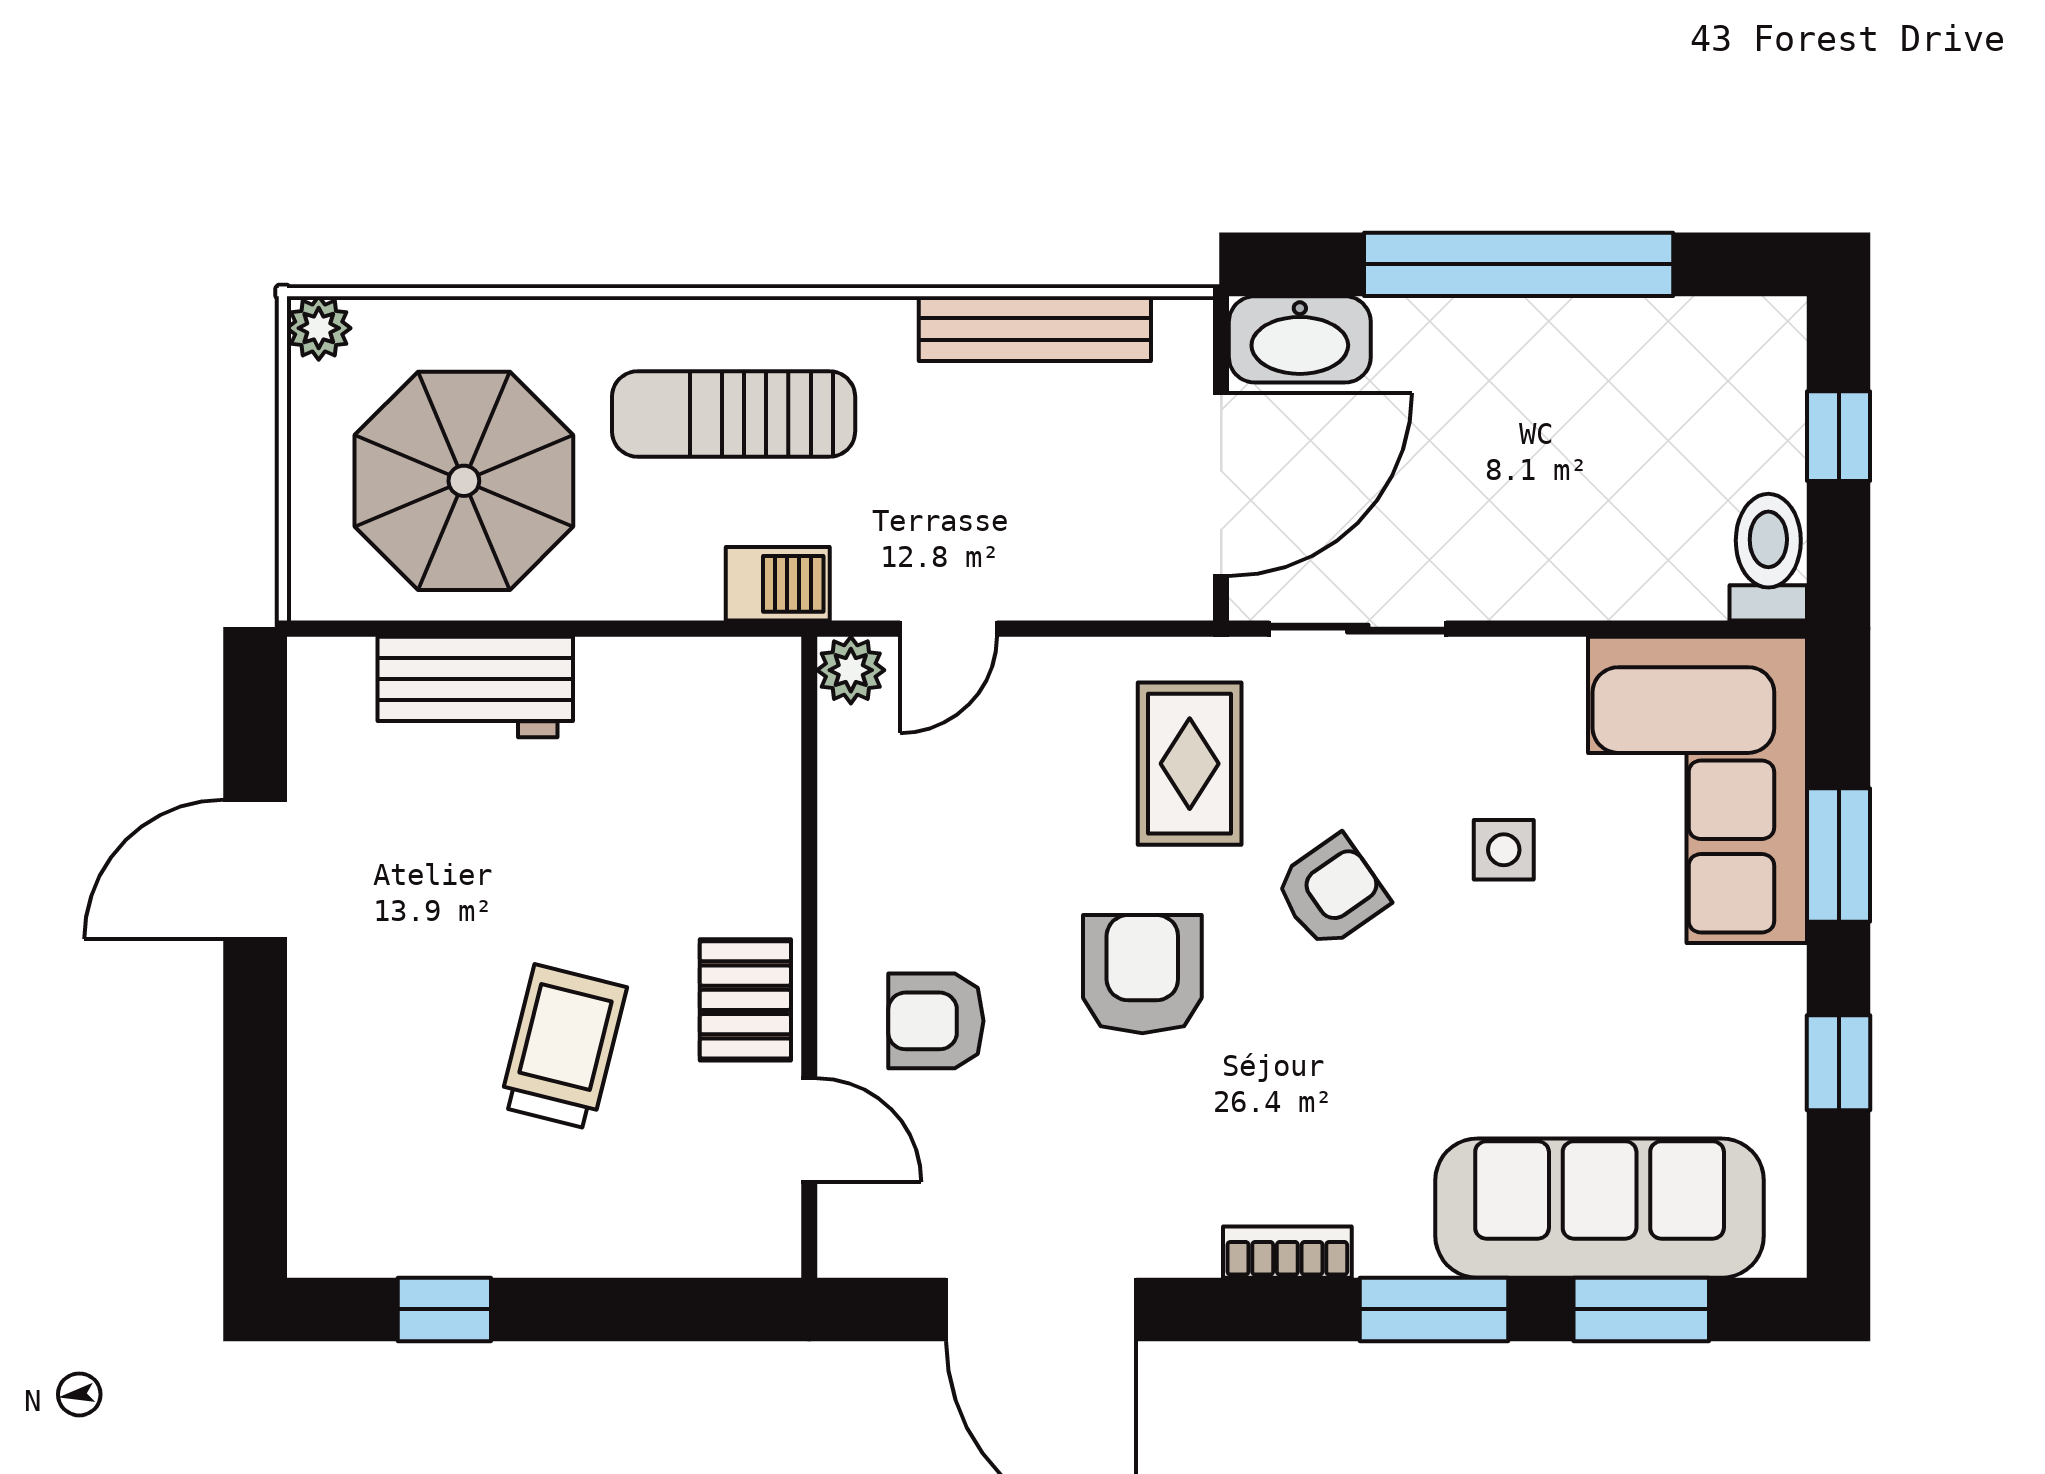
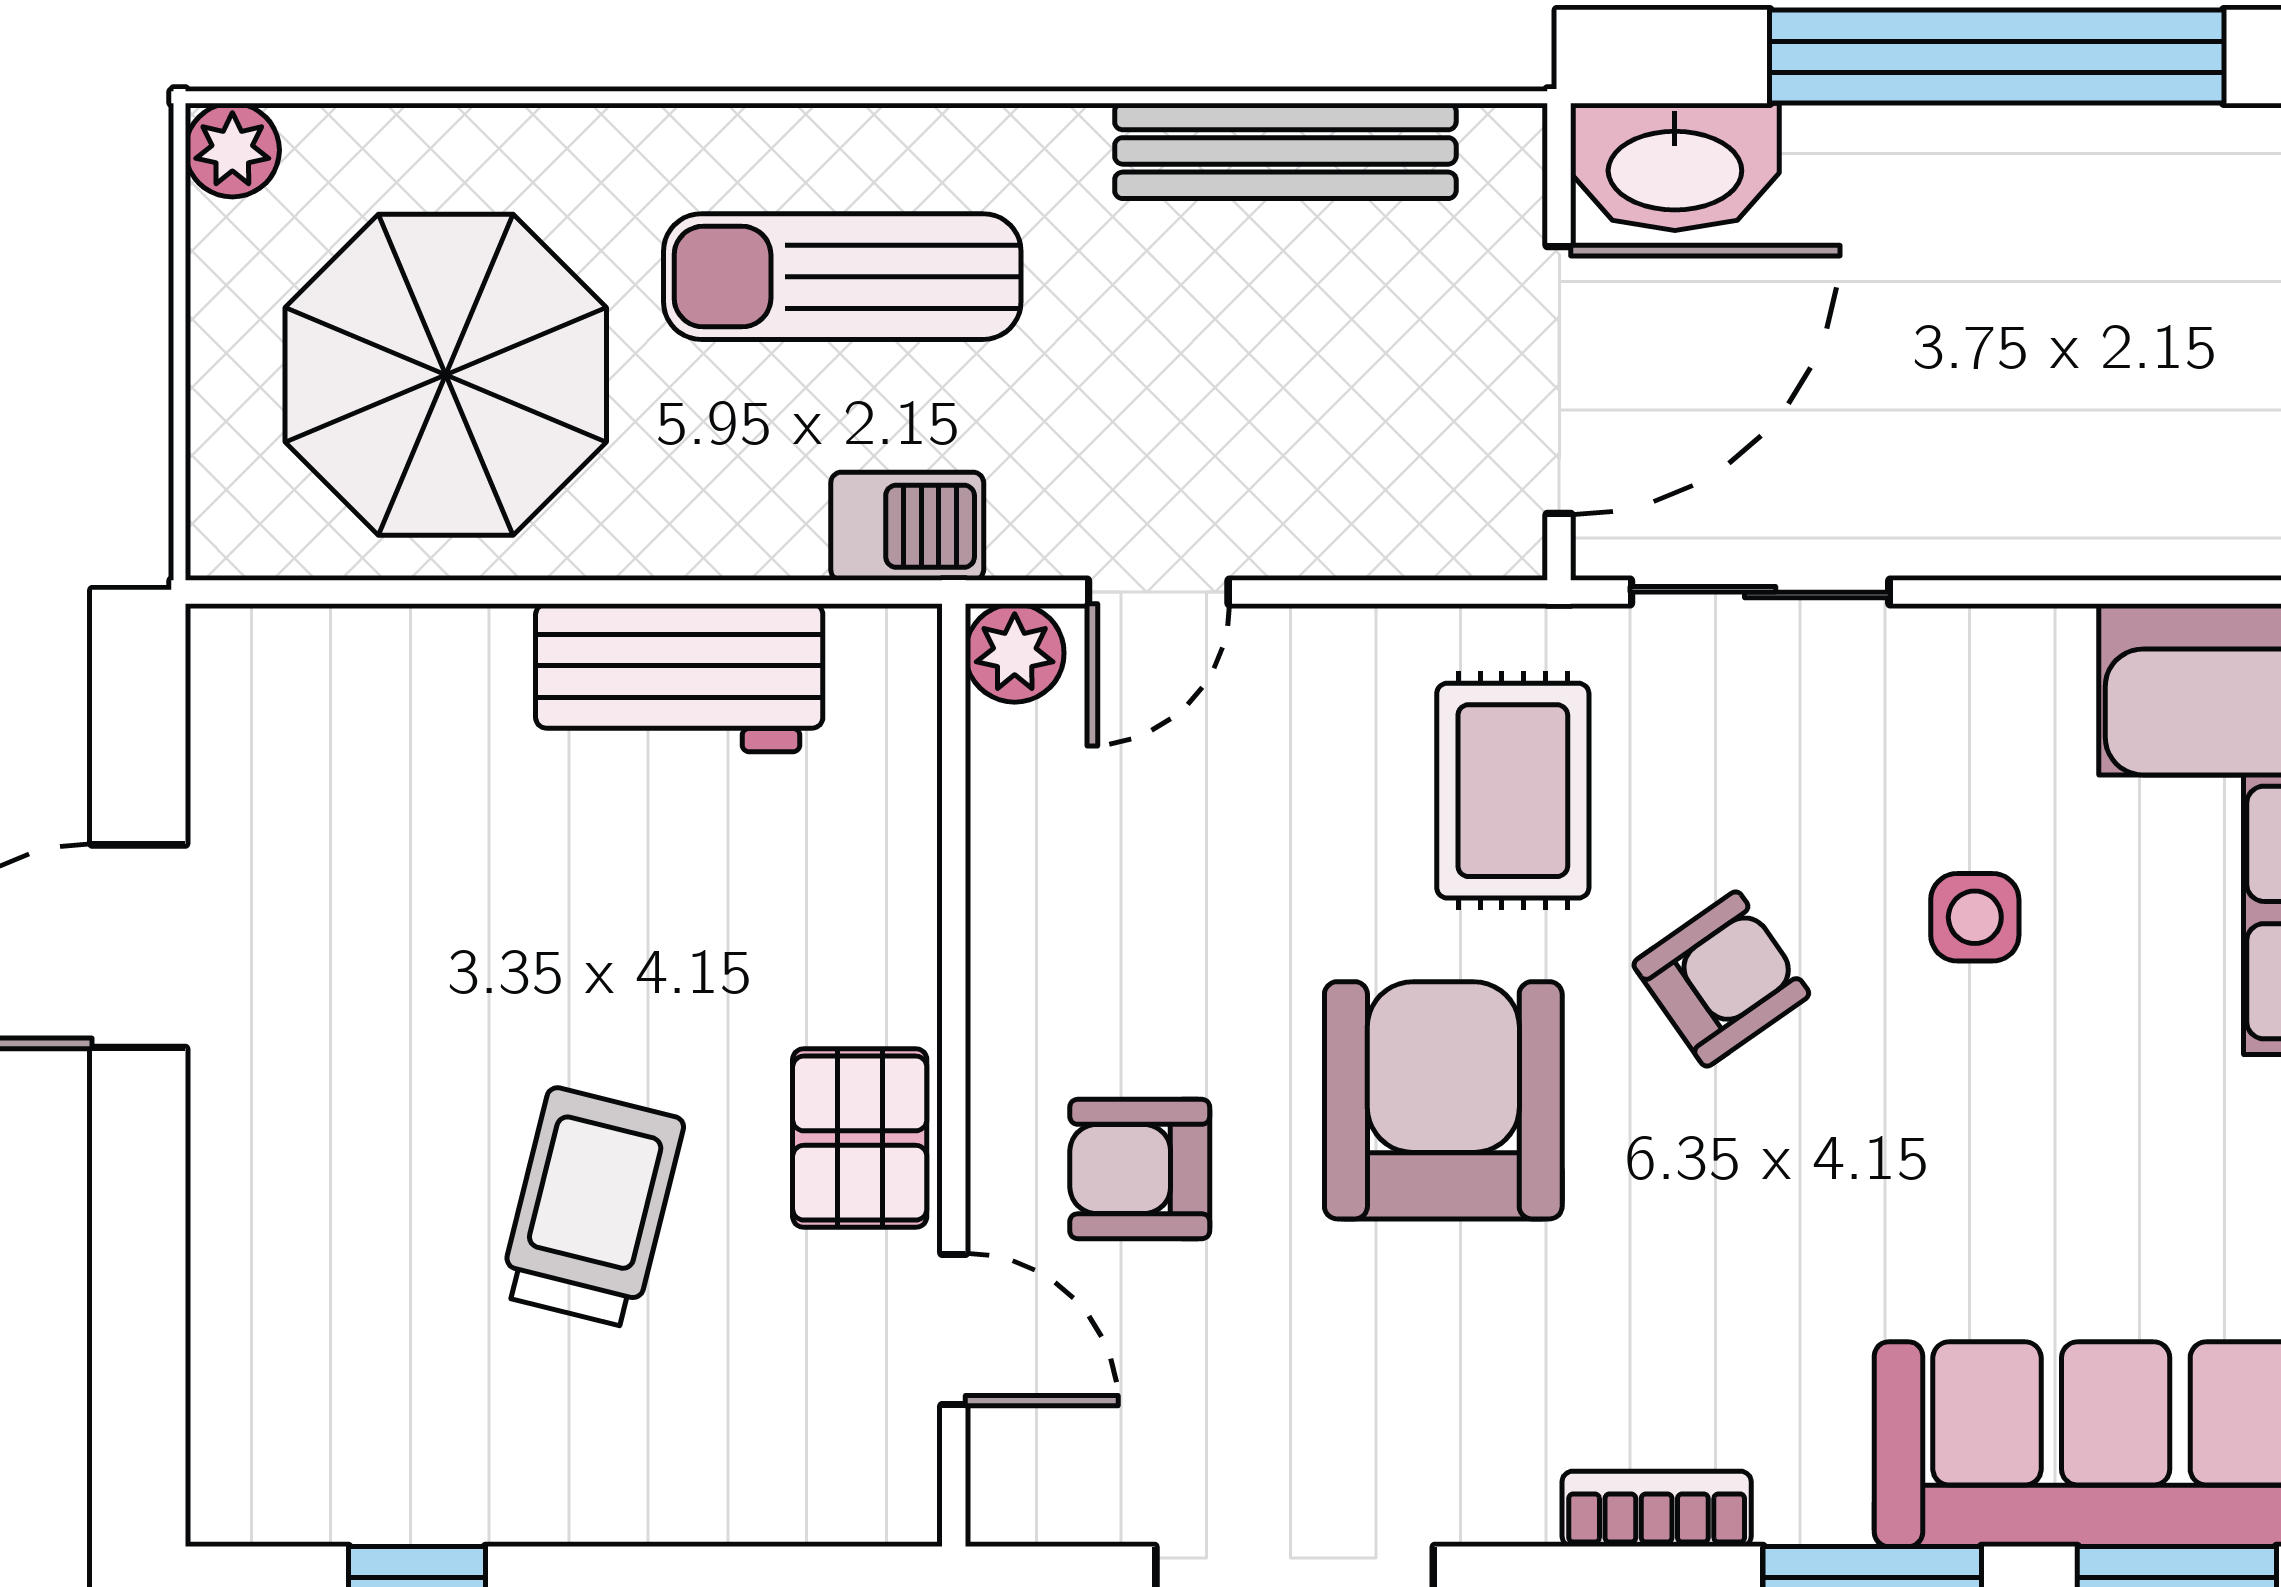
workbench: (475, 687) -> (679, 678), moved
armchair: (1142, 974) -> (1443, 1100), width x1.36, depth x1.36

